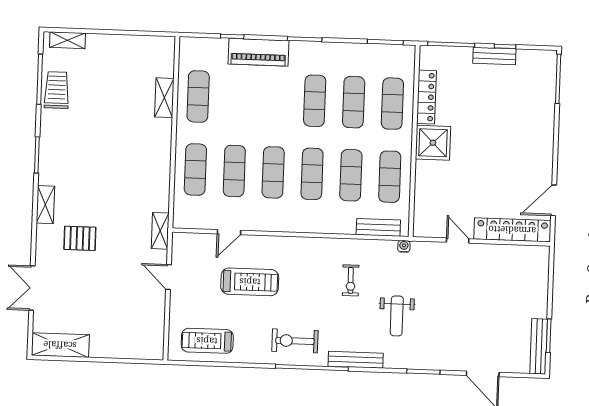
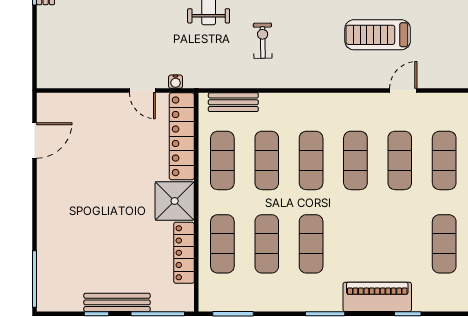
bench: (494, 56) -> (117, 302), width x1.36
locker: (512, 230) -> (182, 136), moved, turned 90
water cooler: (404, 246) -> (176, 82), moved

